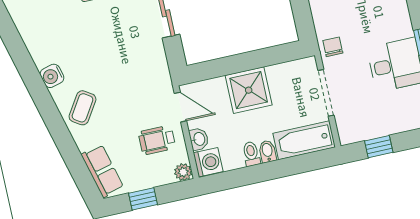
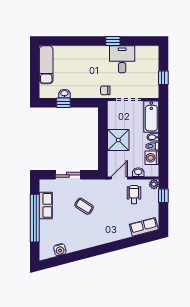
water cooler: (52, 76) -> (60, 250), moved
coffee table: (82, 108) -> (84, 206), moved
wheelchair: (157, 140) -> (134, 194), turned 180
washing machine: (208, 162) -> (152, 158), moved, turned -90
window: (143, 199) -> (163, 196), moved

